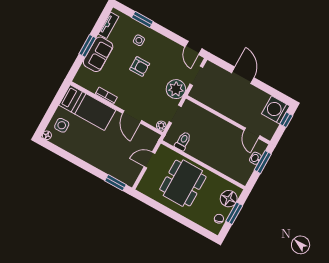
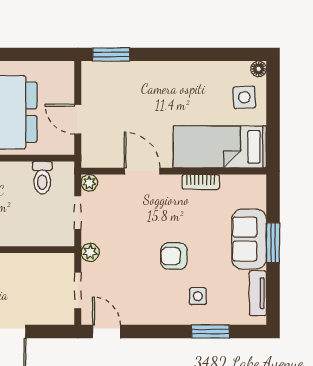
plant: (176, 89) -> (90, 252), width x0.53, depth x0.53
door: (149, 160) -> (78, 119), swing flipped

